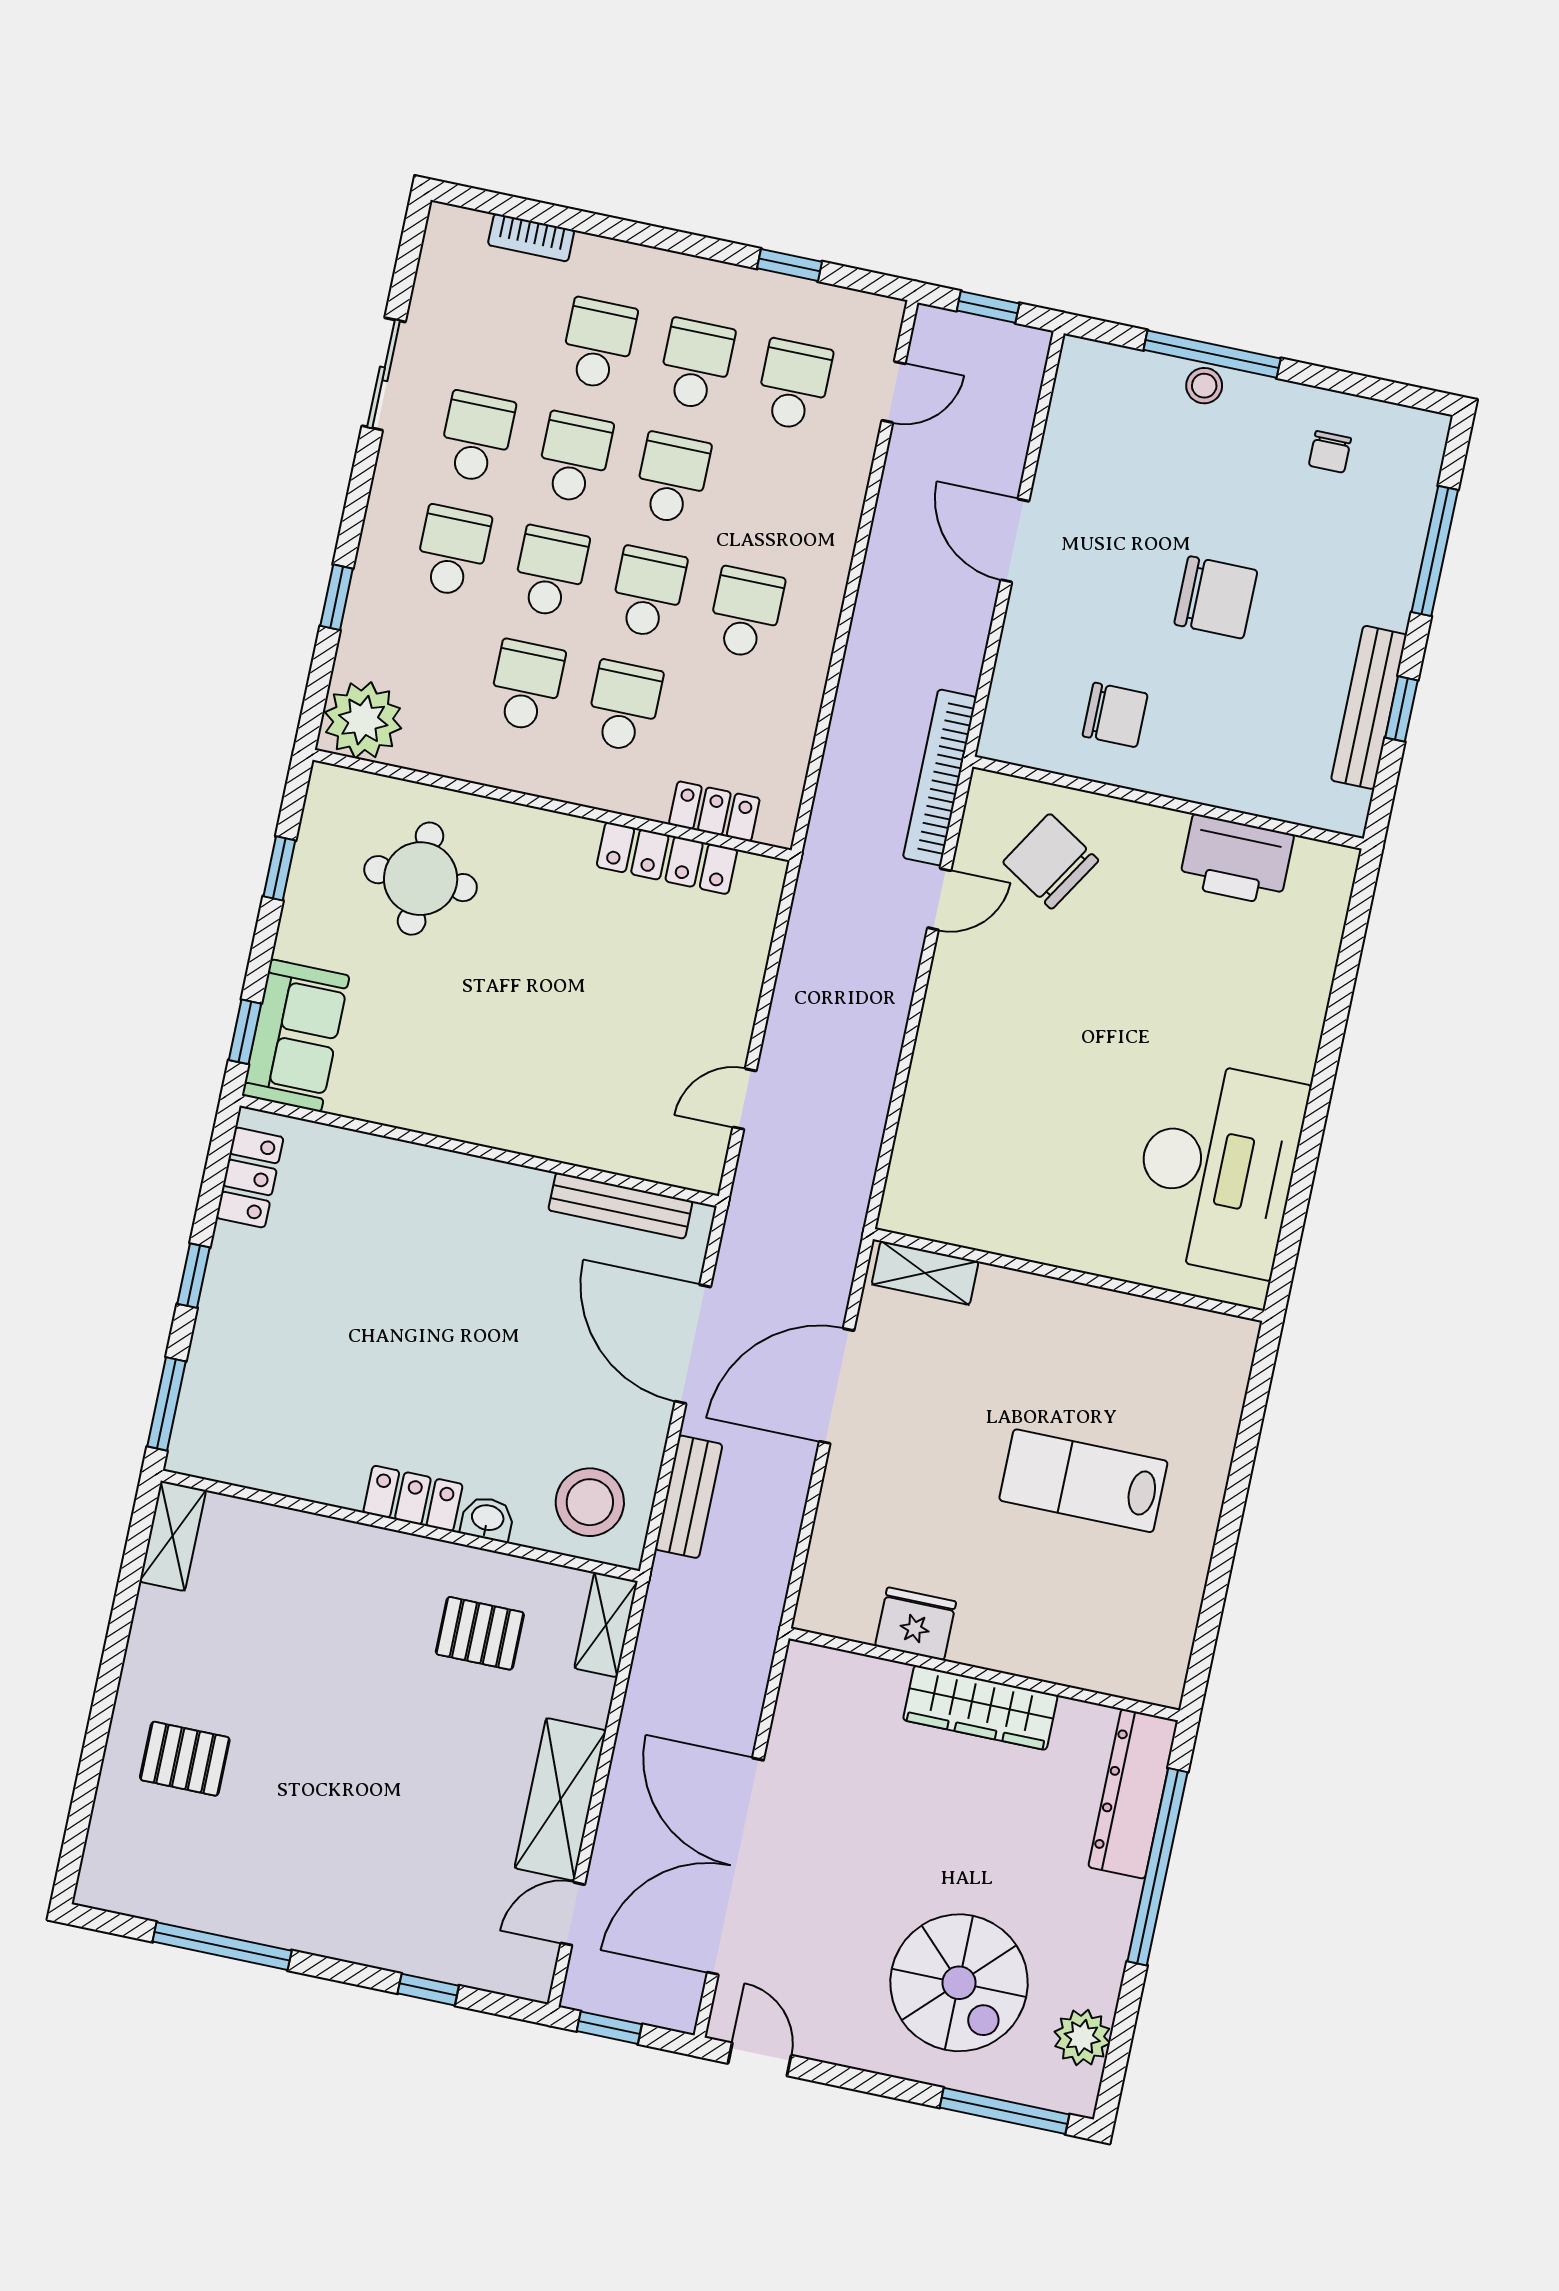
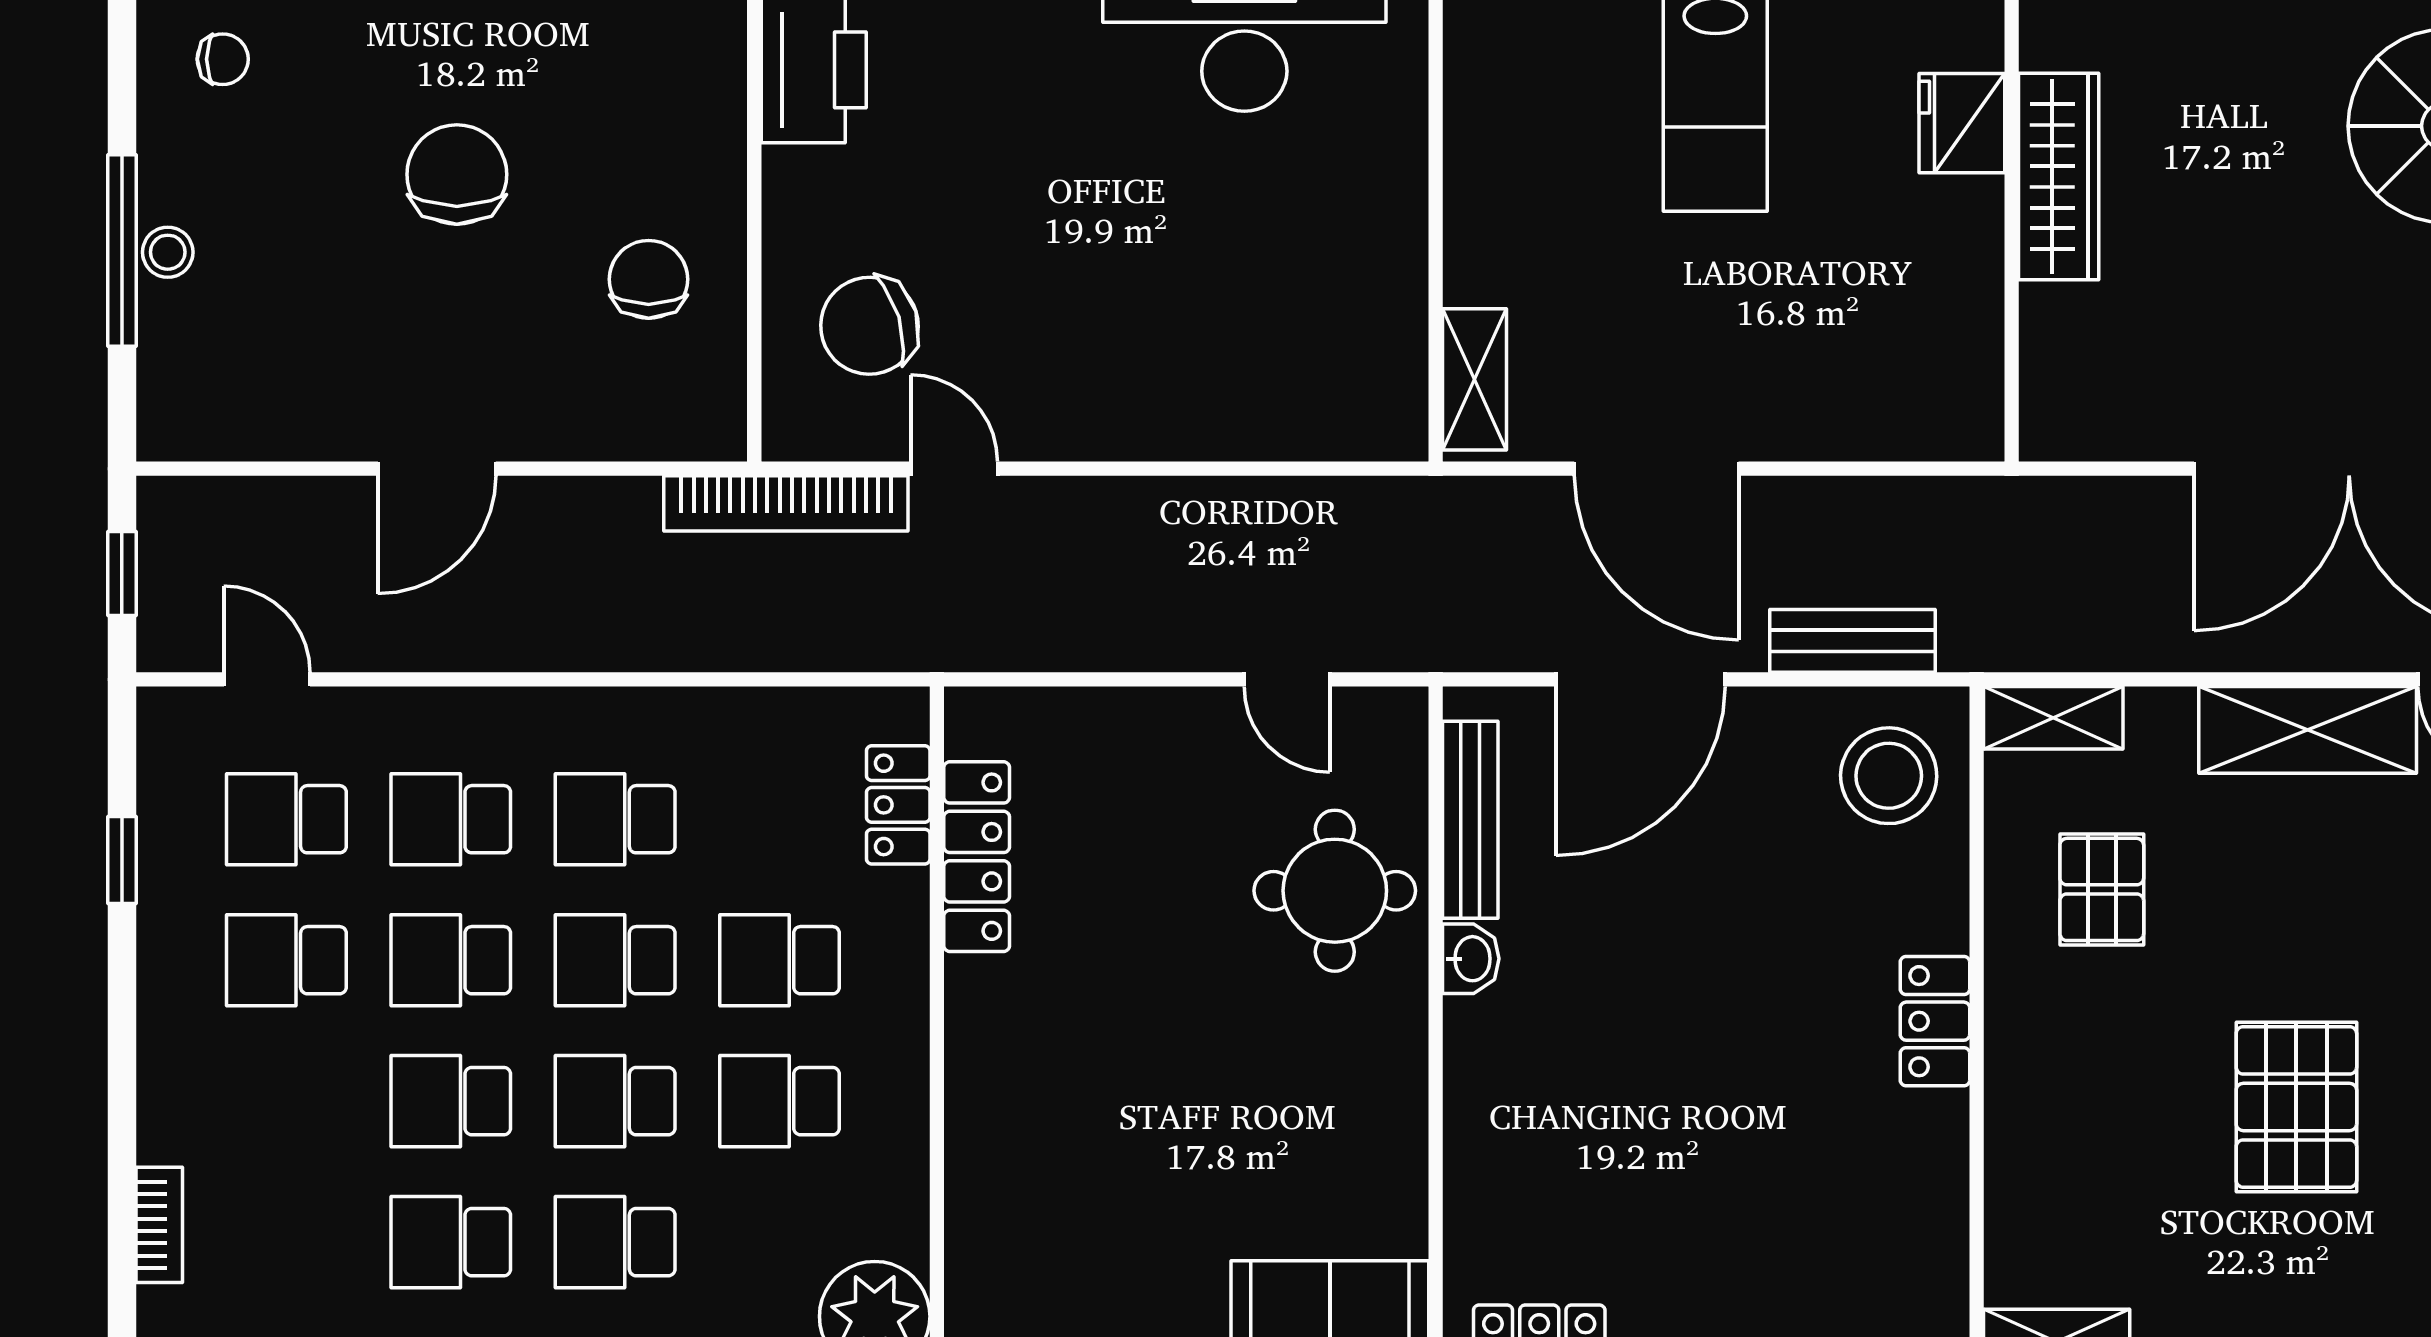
school desk: (598, 344) -> (451, 819), moved
chair: (1051, 861) -> (869, 326), turned 41
round table: (421, 879) -> (1335, 891), moved
washbasin: (487, 1519) -> (1471, 959), moved, turned 180
fridge: (916, 1624) -> (1962, 123), moved
pallet: (185, 1759) -> (2296, 1107), moved, width x1.50, depth x1.42

